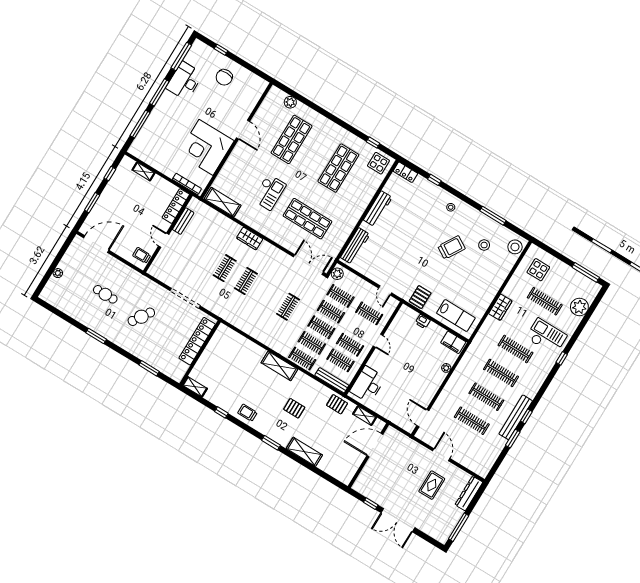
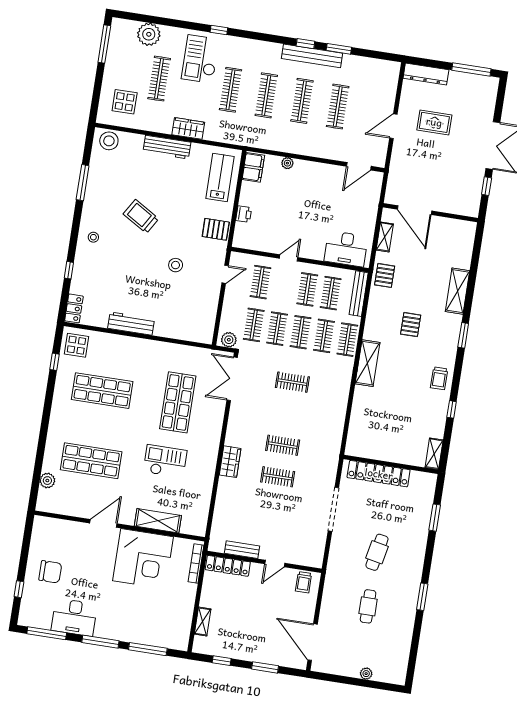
shelving: (223, 202) -> (158, 521), moved, turned 90
stool: (484, 245) -> (176, 265), moved
workbench: (355, 246) -> (167, 147), moved, turned 180
cafe table: (141, 317) -> (377, 552), turned 68

